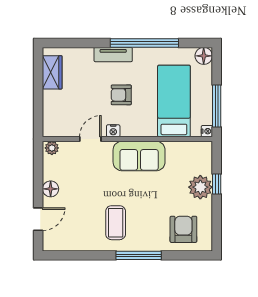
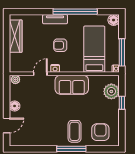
wardrobe: (52, 72) -> (16, 36), width x1.50
plant: (200, 187) -> (111, 91), moved
coffee table: (116, 223) -> (75, 131), moved

